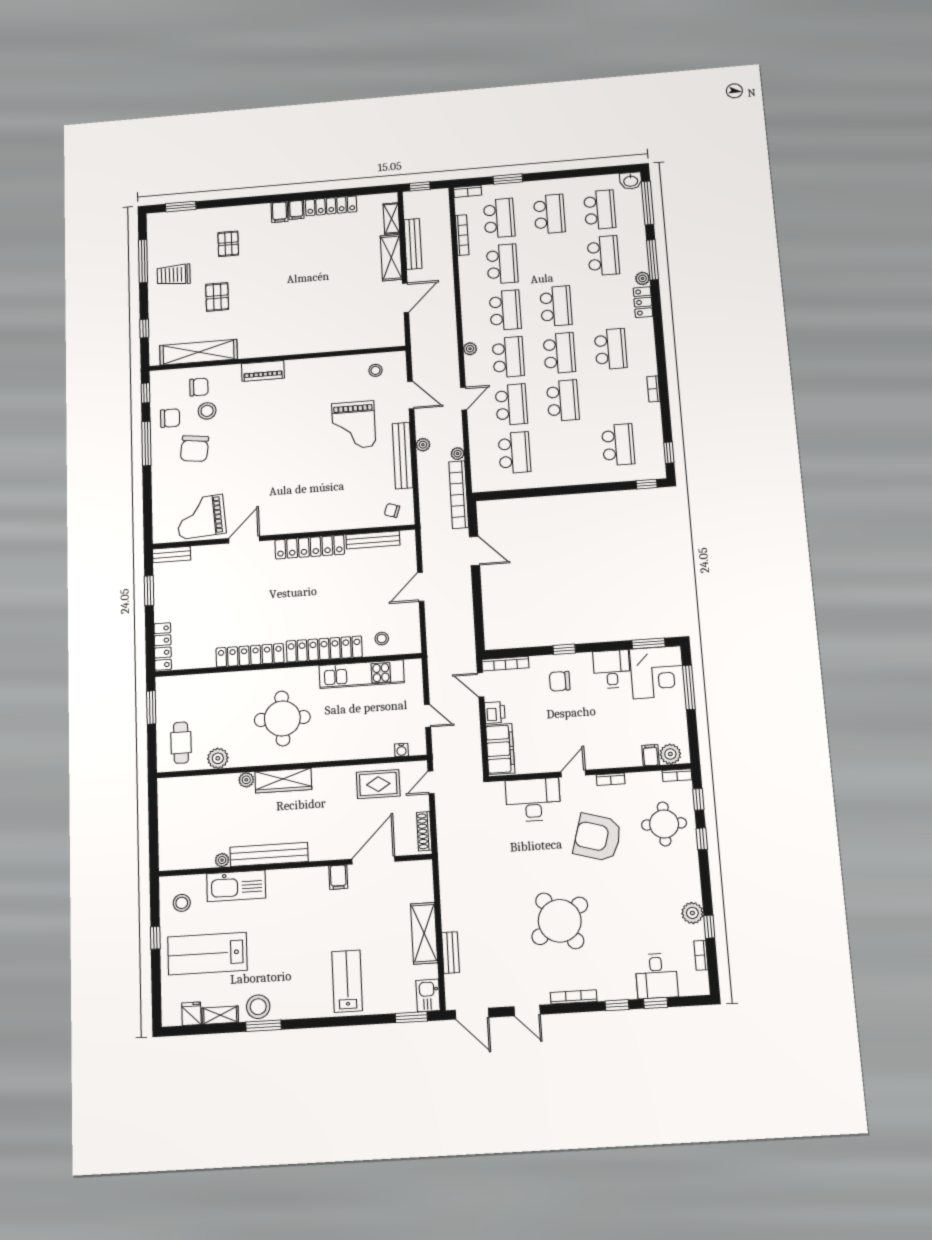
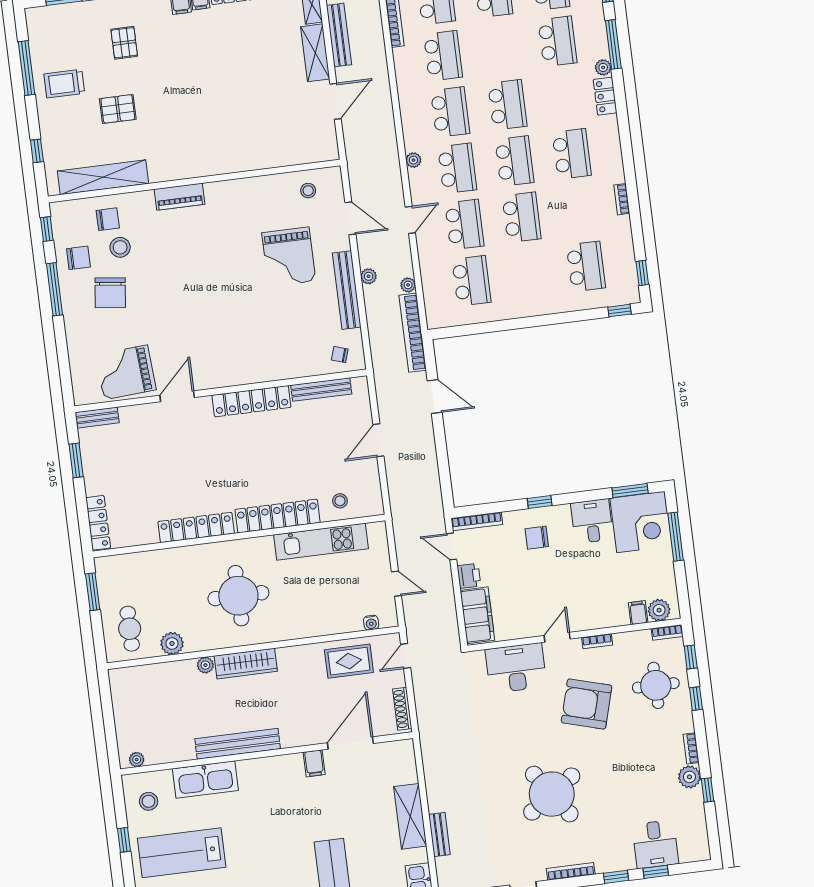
pallet: (217, 297) -> (118, 109), turned 90
plant: (222, 860) -> (137, 760), moved
bookcase: (701, 955) -> (691, 748), moved

